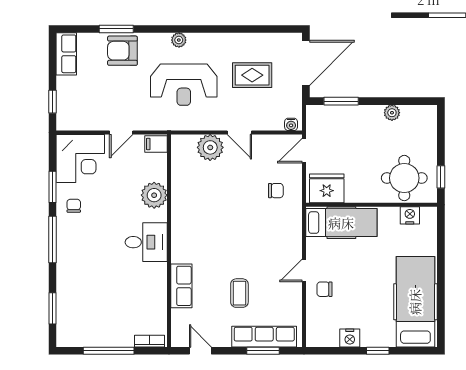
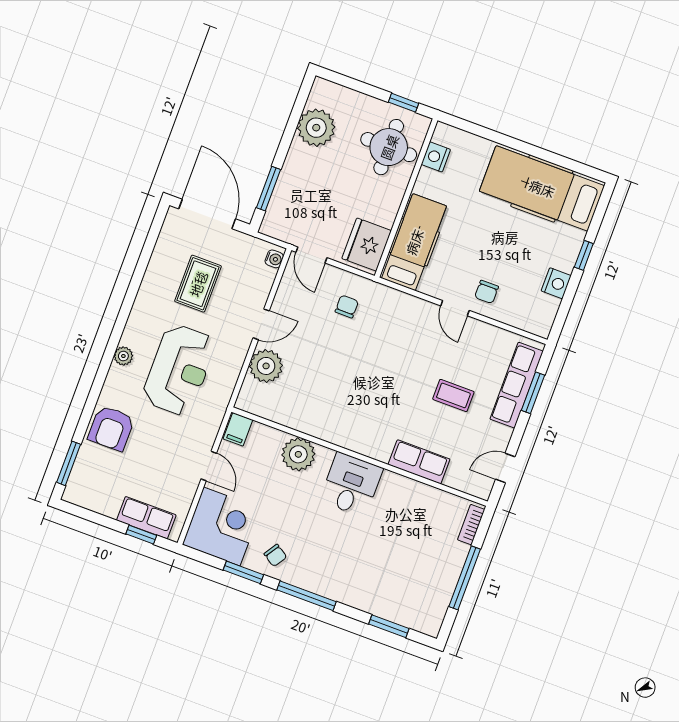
window: (116, 29) -> (69, 463), moved
row of seats: (66, 54) -> (146, 518), moved
plant: (392, 113) -> (316, 128), width x1.87, depth x1.87
chair: (74, 206) -> (275, 555), turned -147

